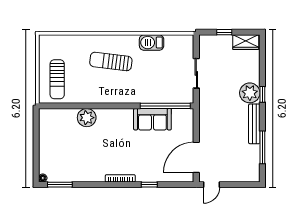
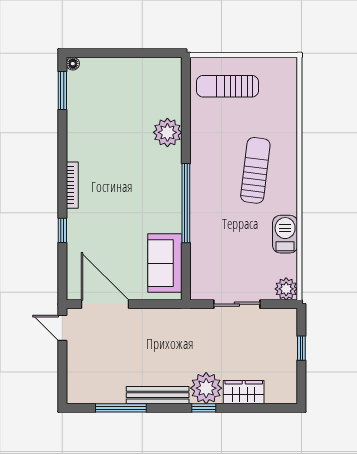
plant: (186, 42) -> (286, 289), added
wardrobe: (246, 42) -> (244, 392), moved, turned 90
window: (165, 106) -> (186, 203), moved
sofa: (152, 119) -> (165, 263), moved

